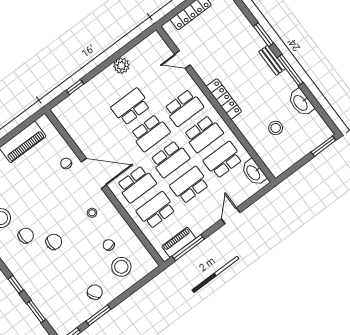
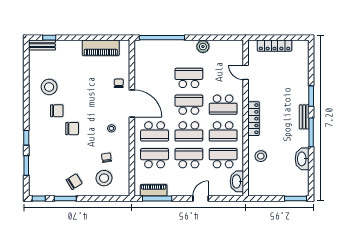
window: (75, 87) -> (162, 38), width x3.17
stool: (276, 128) -> (261, 156), moved
school desk: (150, 133) -> (189, 105), turned 180

